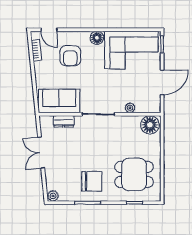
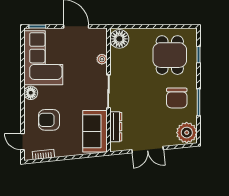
door: (49, 30) -> (23, 142), swing flipped
armchair: (70, 56) -> (49, 120), turned 180
dresser: (64, 121) -> (116, 127), width x1.44
chair: (92, 181) -> (177, 98), turned 180
plant: (53, 196) -> (187, 133), width x1.88, depth x1.88

